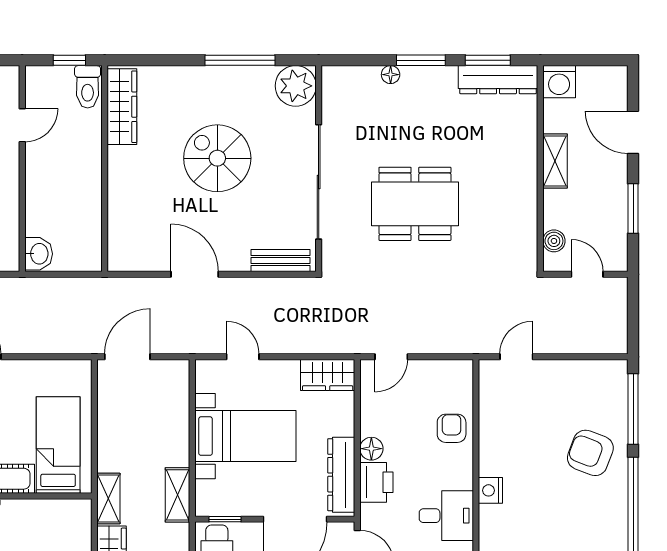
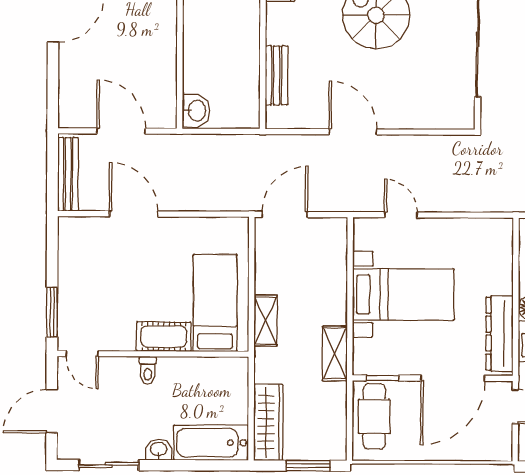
bench: (281, 260) -> (277, 75), moved, turned 90
wardrobe: (328, 375) -> (486, 233), removed
shelving: (108, 499) -> (265, 321), moved

